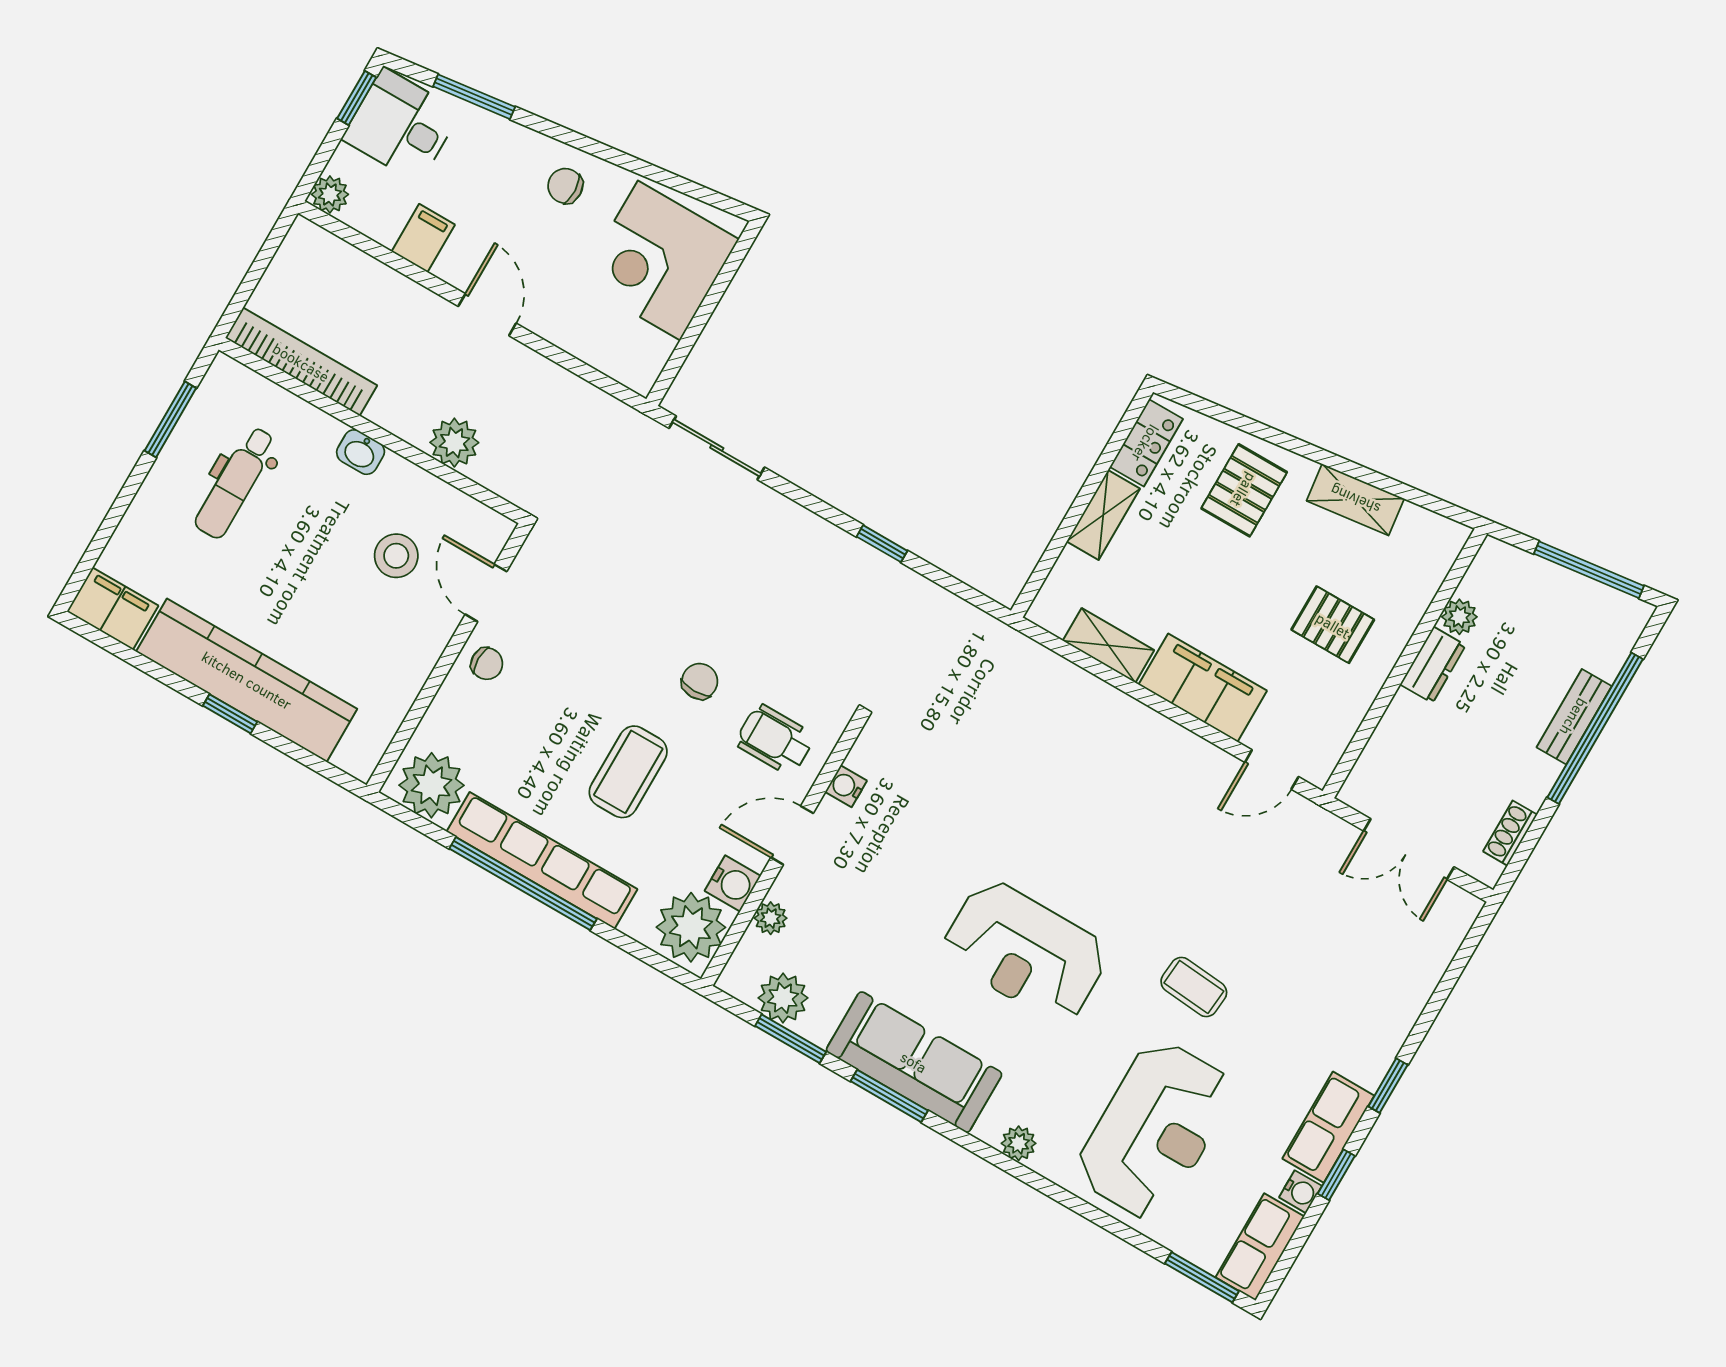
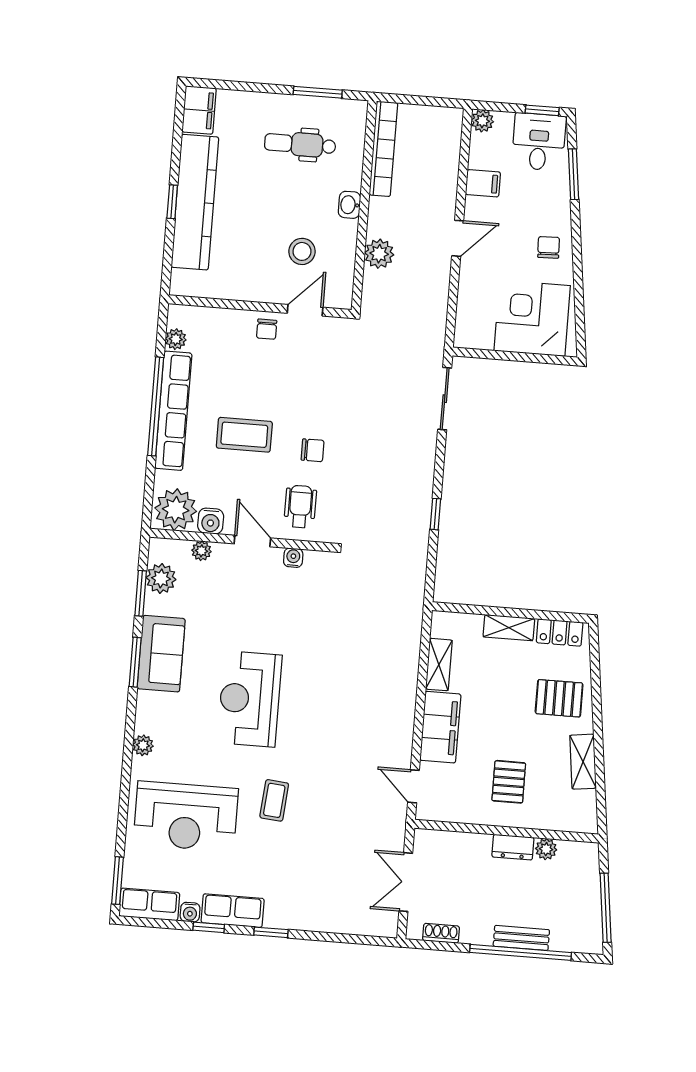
plant: (432, 785) -> (176, 339), width x0.53, depth x0.53
sofa: (914, 1062) -> (161, 654), width x0.73

